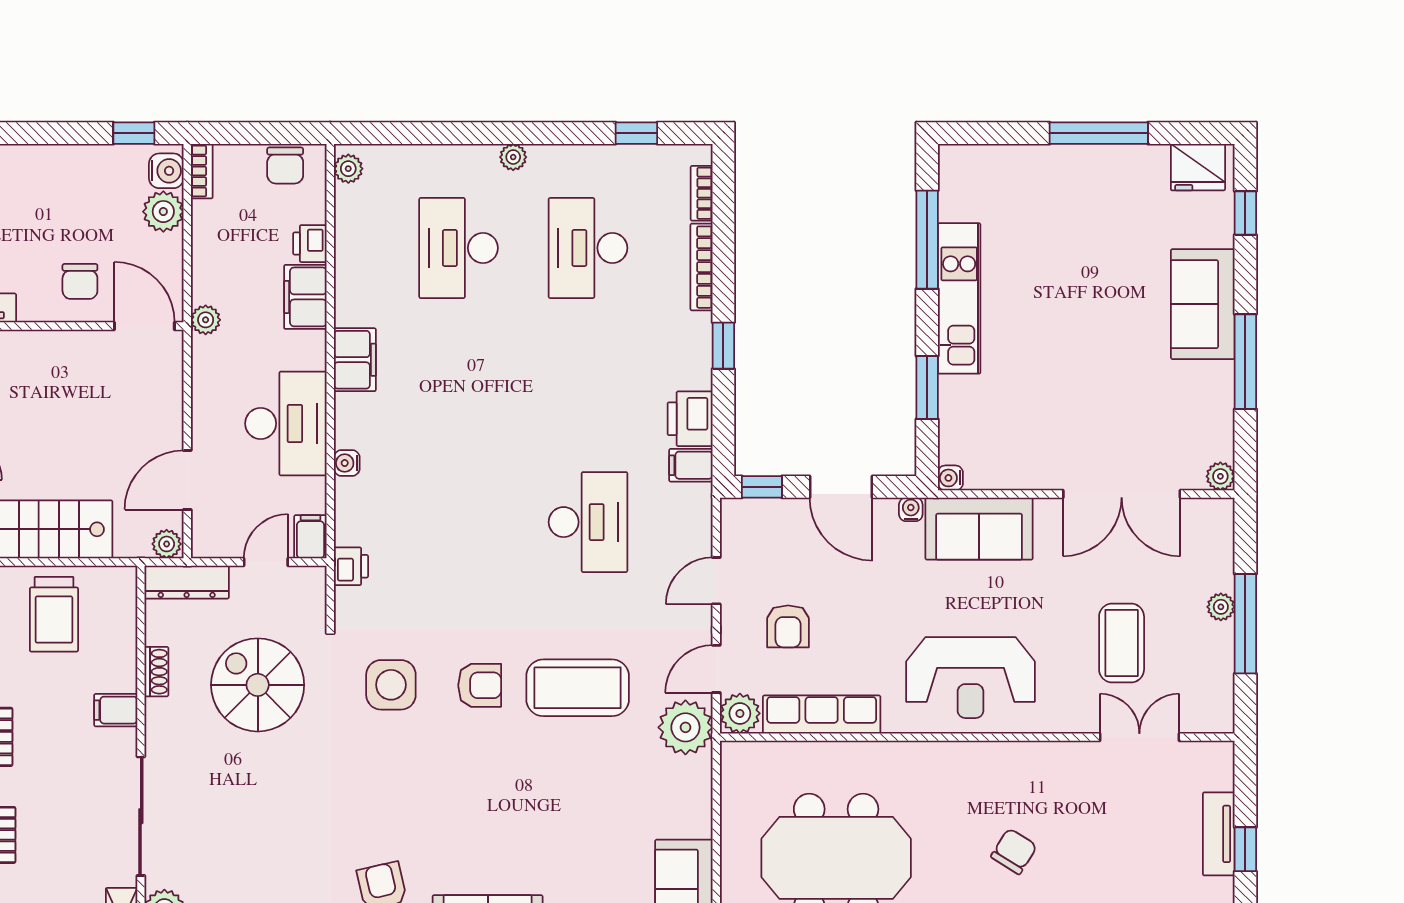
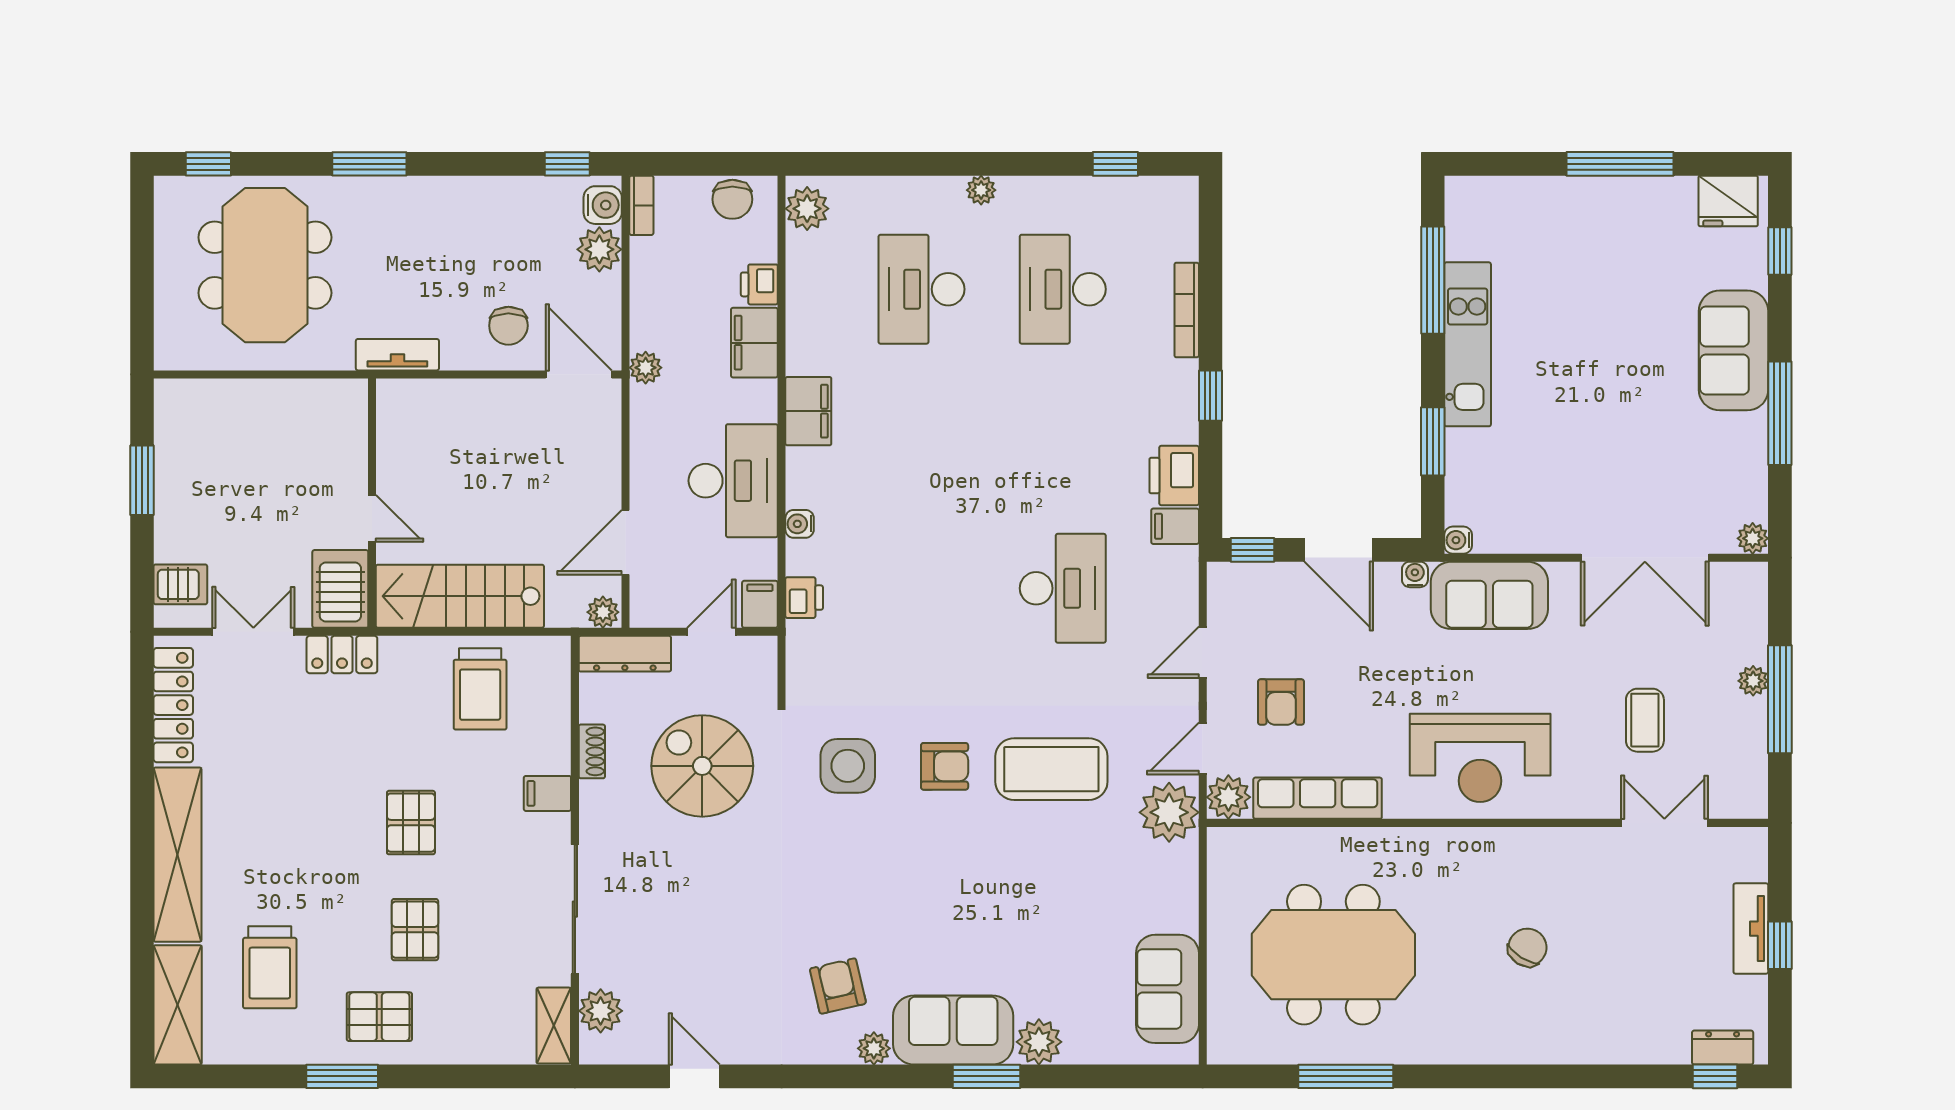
plant: (348, 169) -> (807, 209), width x1.38, depth x1.38
bookcase: (702, 193) -> (1187, 230), removed
printer: (351, 566) -> (804, 598), moved
coffee table: (1122, 643) -> (1645, 720), width x0.73, depth x0.77

